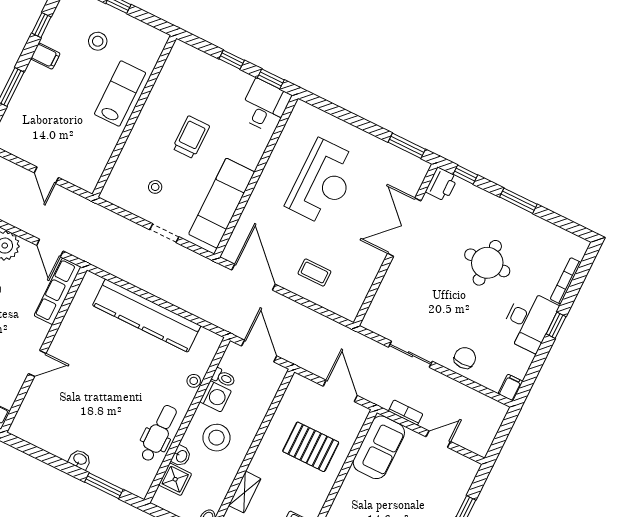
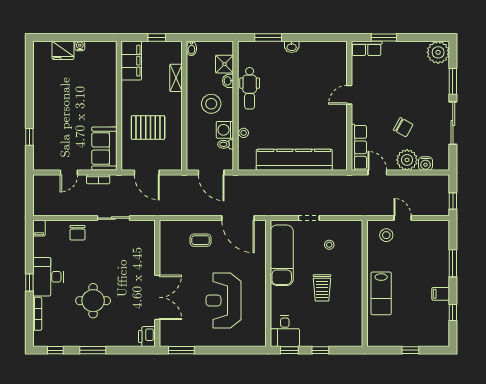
stool: (98, 41) -> (386, 235), moved
window: (465, 175) -> (55, 350), moved

